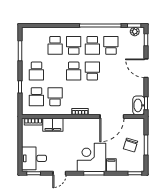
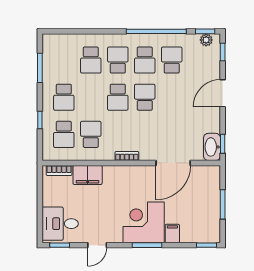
door: (146, 68) -> (223, 93), hinge flipped
chair: (130, 145) -> (200, 204), removed

